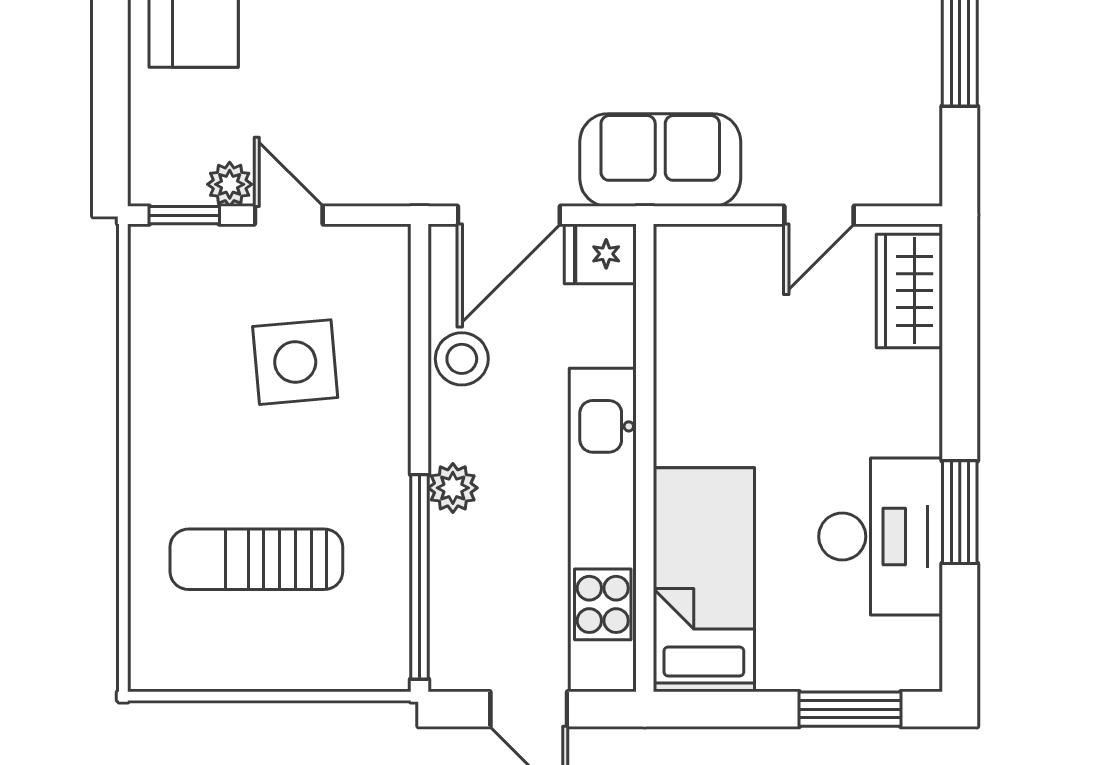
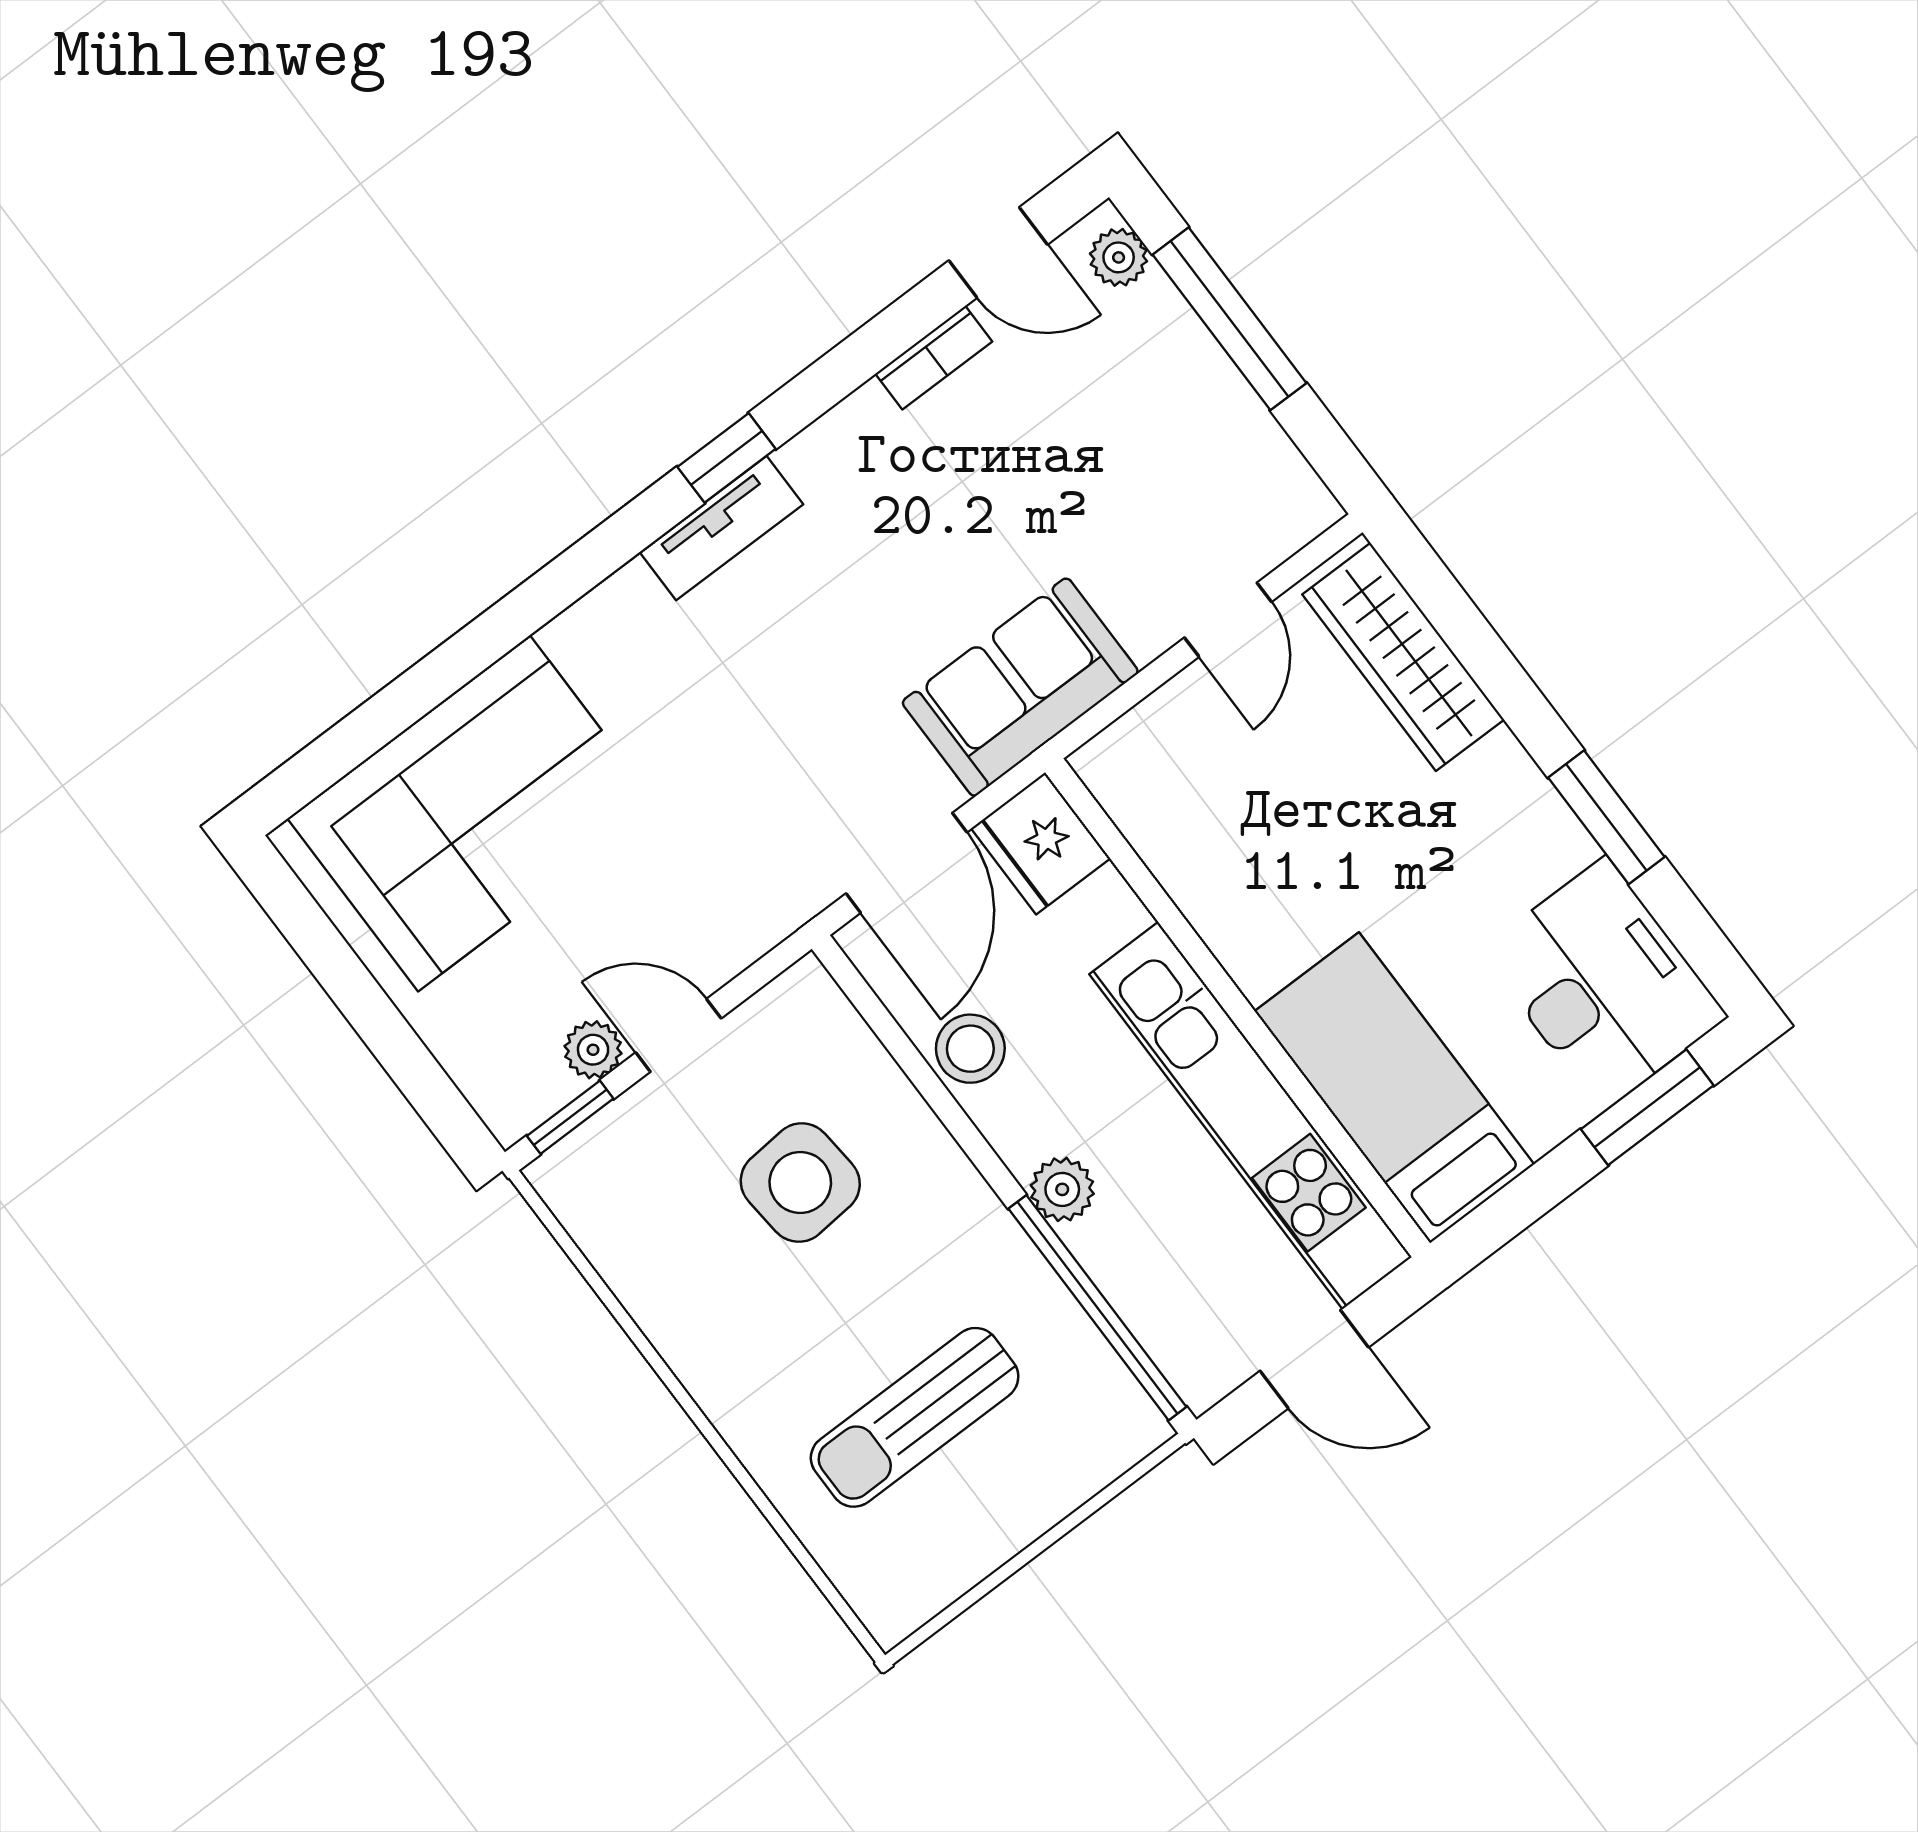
fridge: (600, 254) -> (1041, 843), width x1.38
wardrobe: (909, 291) -> (1403, 657), width x1.50
desk: (881, 537) -> (1604, 984), moved

